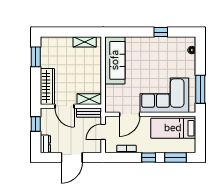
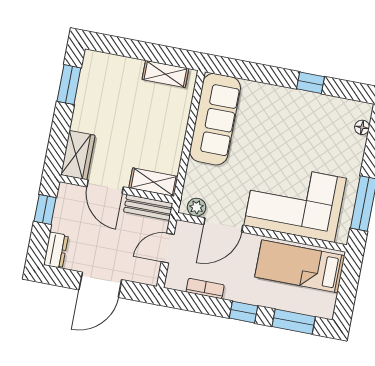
wardrobe: (47, 86) -> (78, 155), width x0.67
plant: (114, 108) -> (197, 207), added

